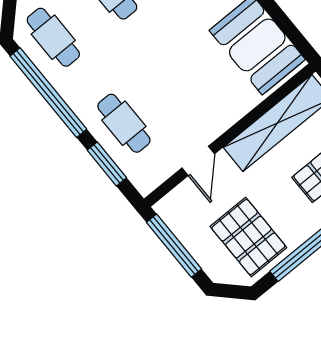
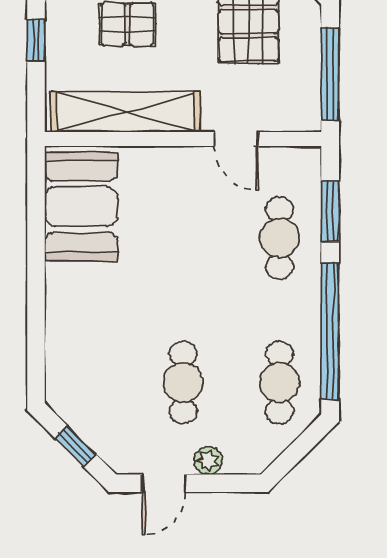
door: (198, 161) -> (236, 139), swing flipped

